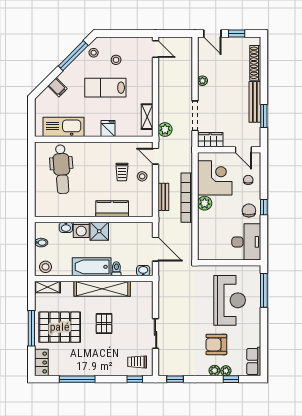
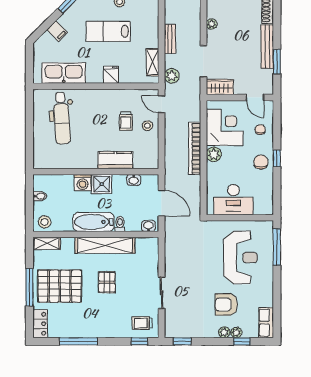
bench: (163, 197) -> (170, 39), moved
washbasin: (66, 227) -> (134, 180), moved
desk: (246, 242) -> (233, 200), moved, turned 90

